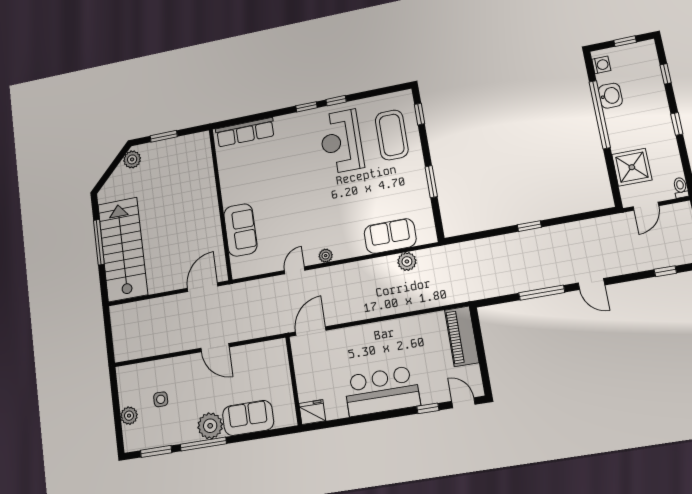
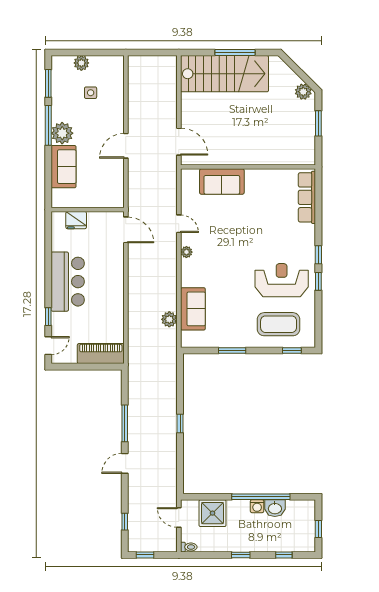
washing machine: (601, 65) -> (257, 506), moved
fridge: (312, 412) -> (76, 220), moved, turned 90

